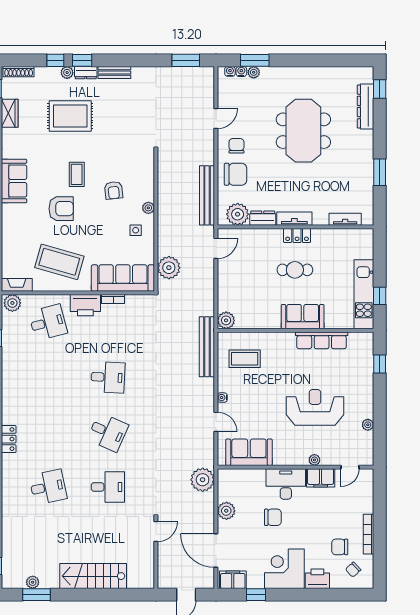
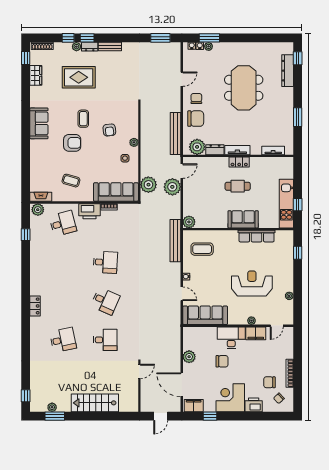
coffee table: (59, 262) -> (71, 181), width x0.54, depth x0.58
sofa: (249, 452) -> (205, 315), width x1.36
plant: (203, 480) -> (172, 187), moved

